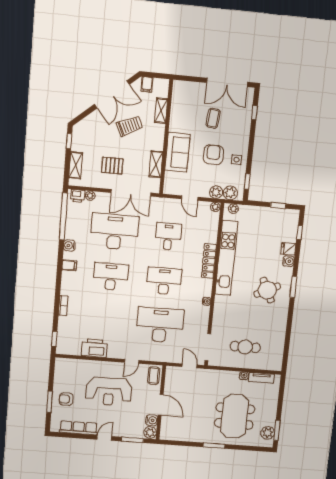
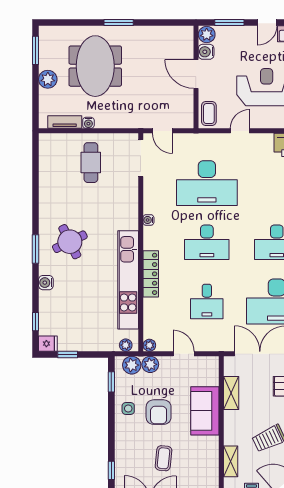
fridge: (288, 249) -> (48, 344), moved
cafe table: (245, 347) -> (91, 163), turned 90
plant: (268, 433) -> (48, 79), moved

